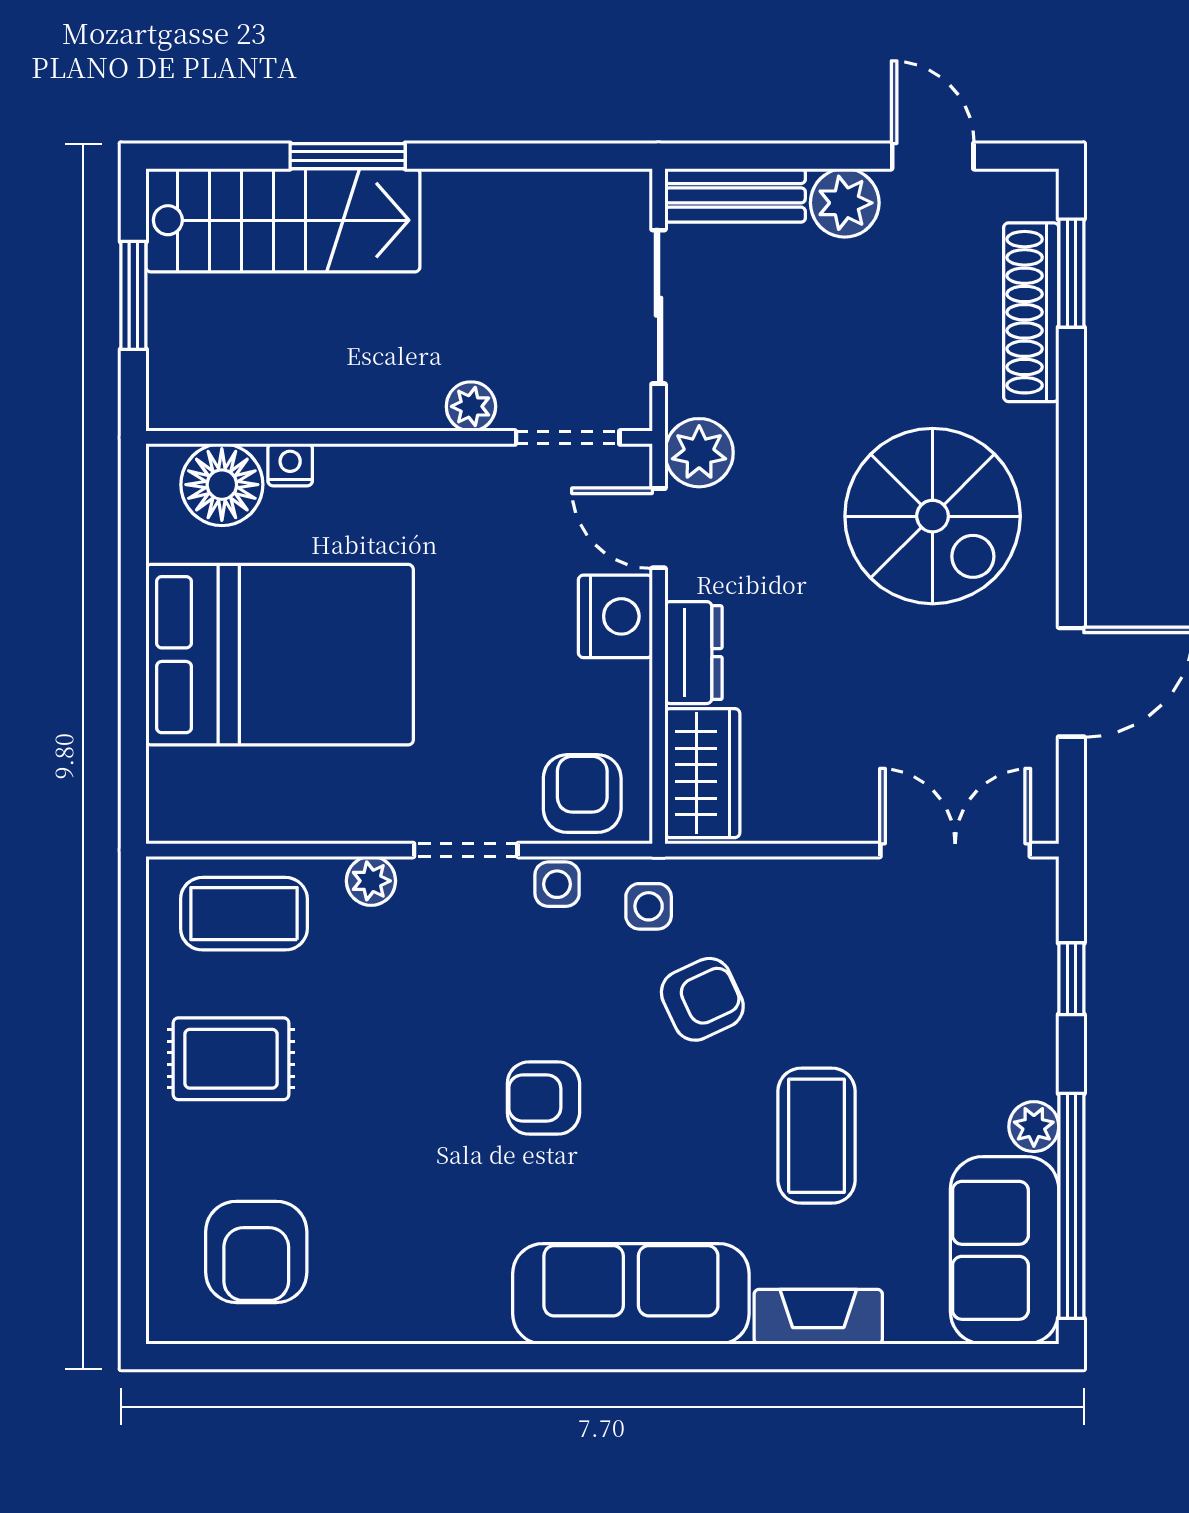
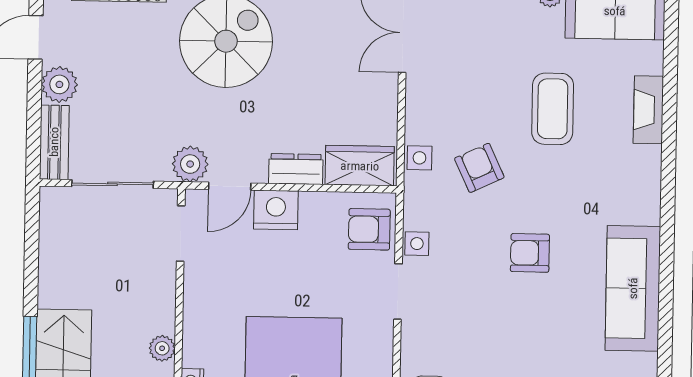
plant: (471, 406) -> (162, 348), moved
plant: (371, 881) -> (413, 342), removed
side table: (649, 906) -> (419, 158), moved
armchair: (543, 1098) -> (530, 253), turned 90
coffee table: (816, 1136) -> (553, 109), turned 90
sofa: (631, 1294) -> (633, 288), moved

